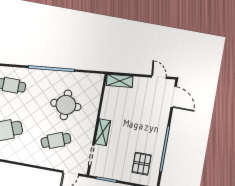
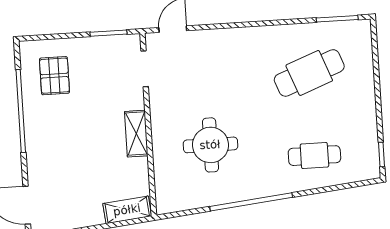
shelving: (103, 132) -> (136, 134), moved
cafe table: (56, 140) -> (212, 79), removed

